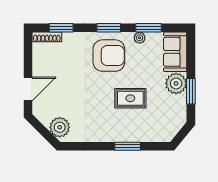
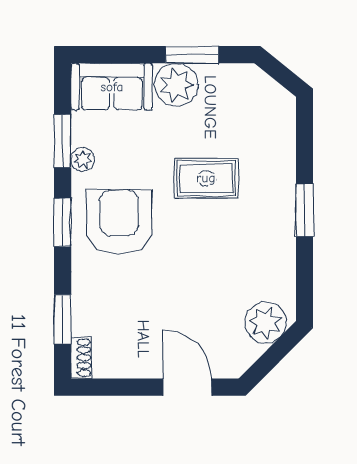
shoe rack: (47, 37) -> (81, 358), width x0.70
rug: (130, 98) -> (206, 178), turned 90
window: (128, 146) -> (304, 210), moved

